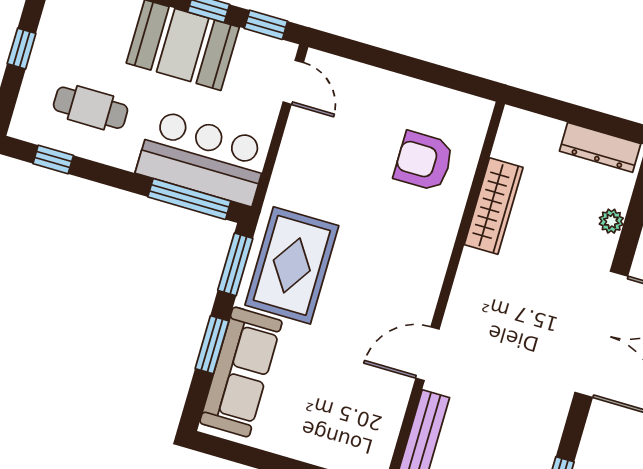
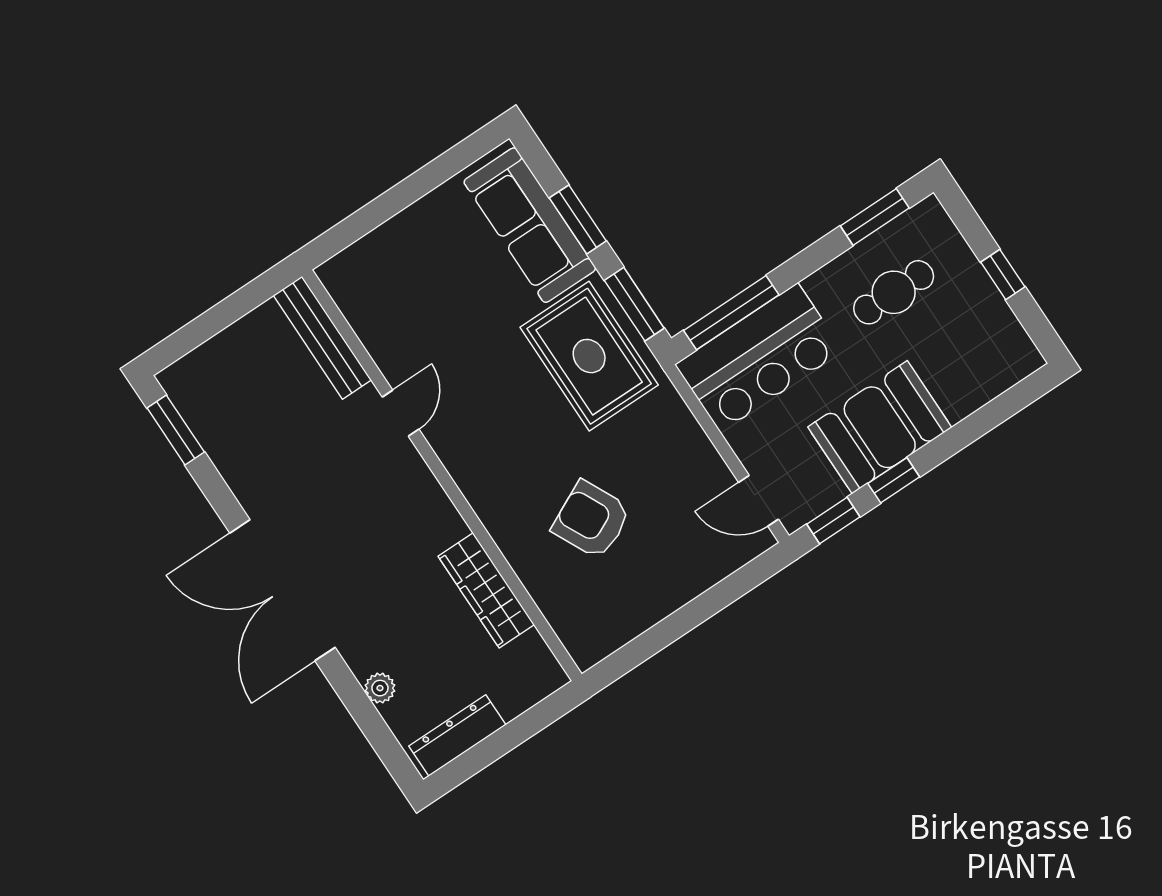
window: (53, 159) -> (875, 217), width x1.50
armchair: (424, 161) -> (591, 520), moved, turned -116
door: (428, 354) -> (401, 413), width x0.73

